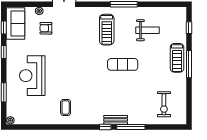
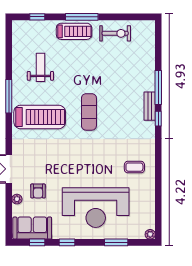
treadmill: (107, 30) -> (40, 117), width x1.37, depth x1.38
exercise mat: (123, 64) -> (89, 112), moved
reception desk: (32, 76) -> (96, 208), width x1.36, depth x1.30
exercise bike: (164, 104) -> (115, 33), moved

